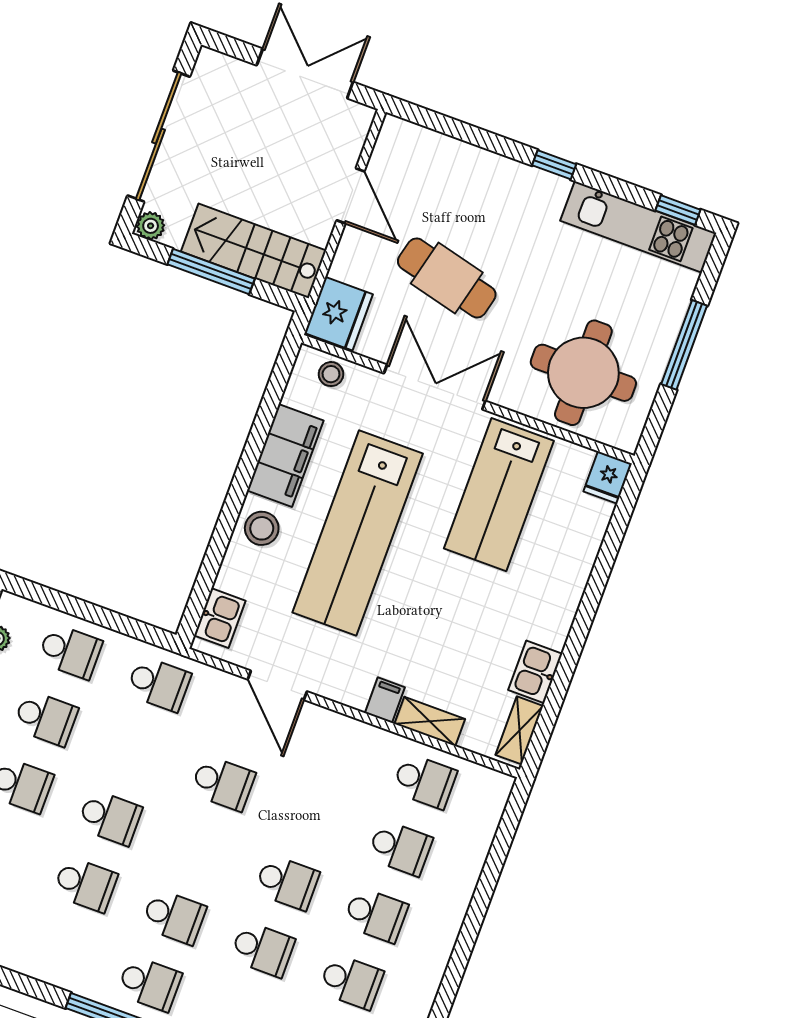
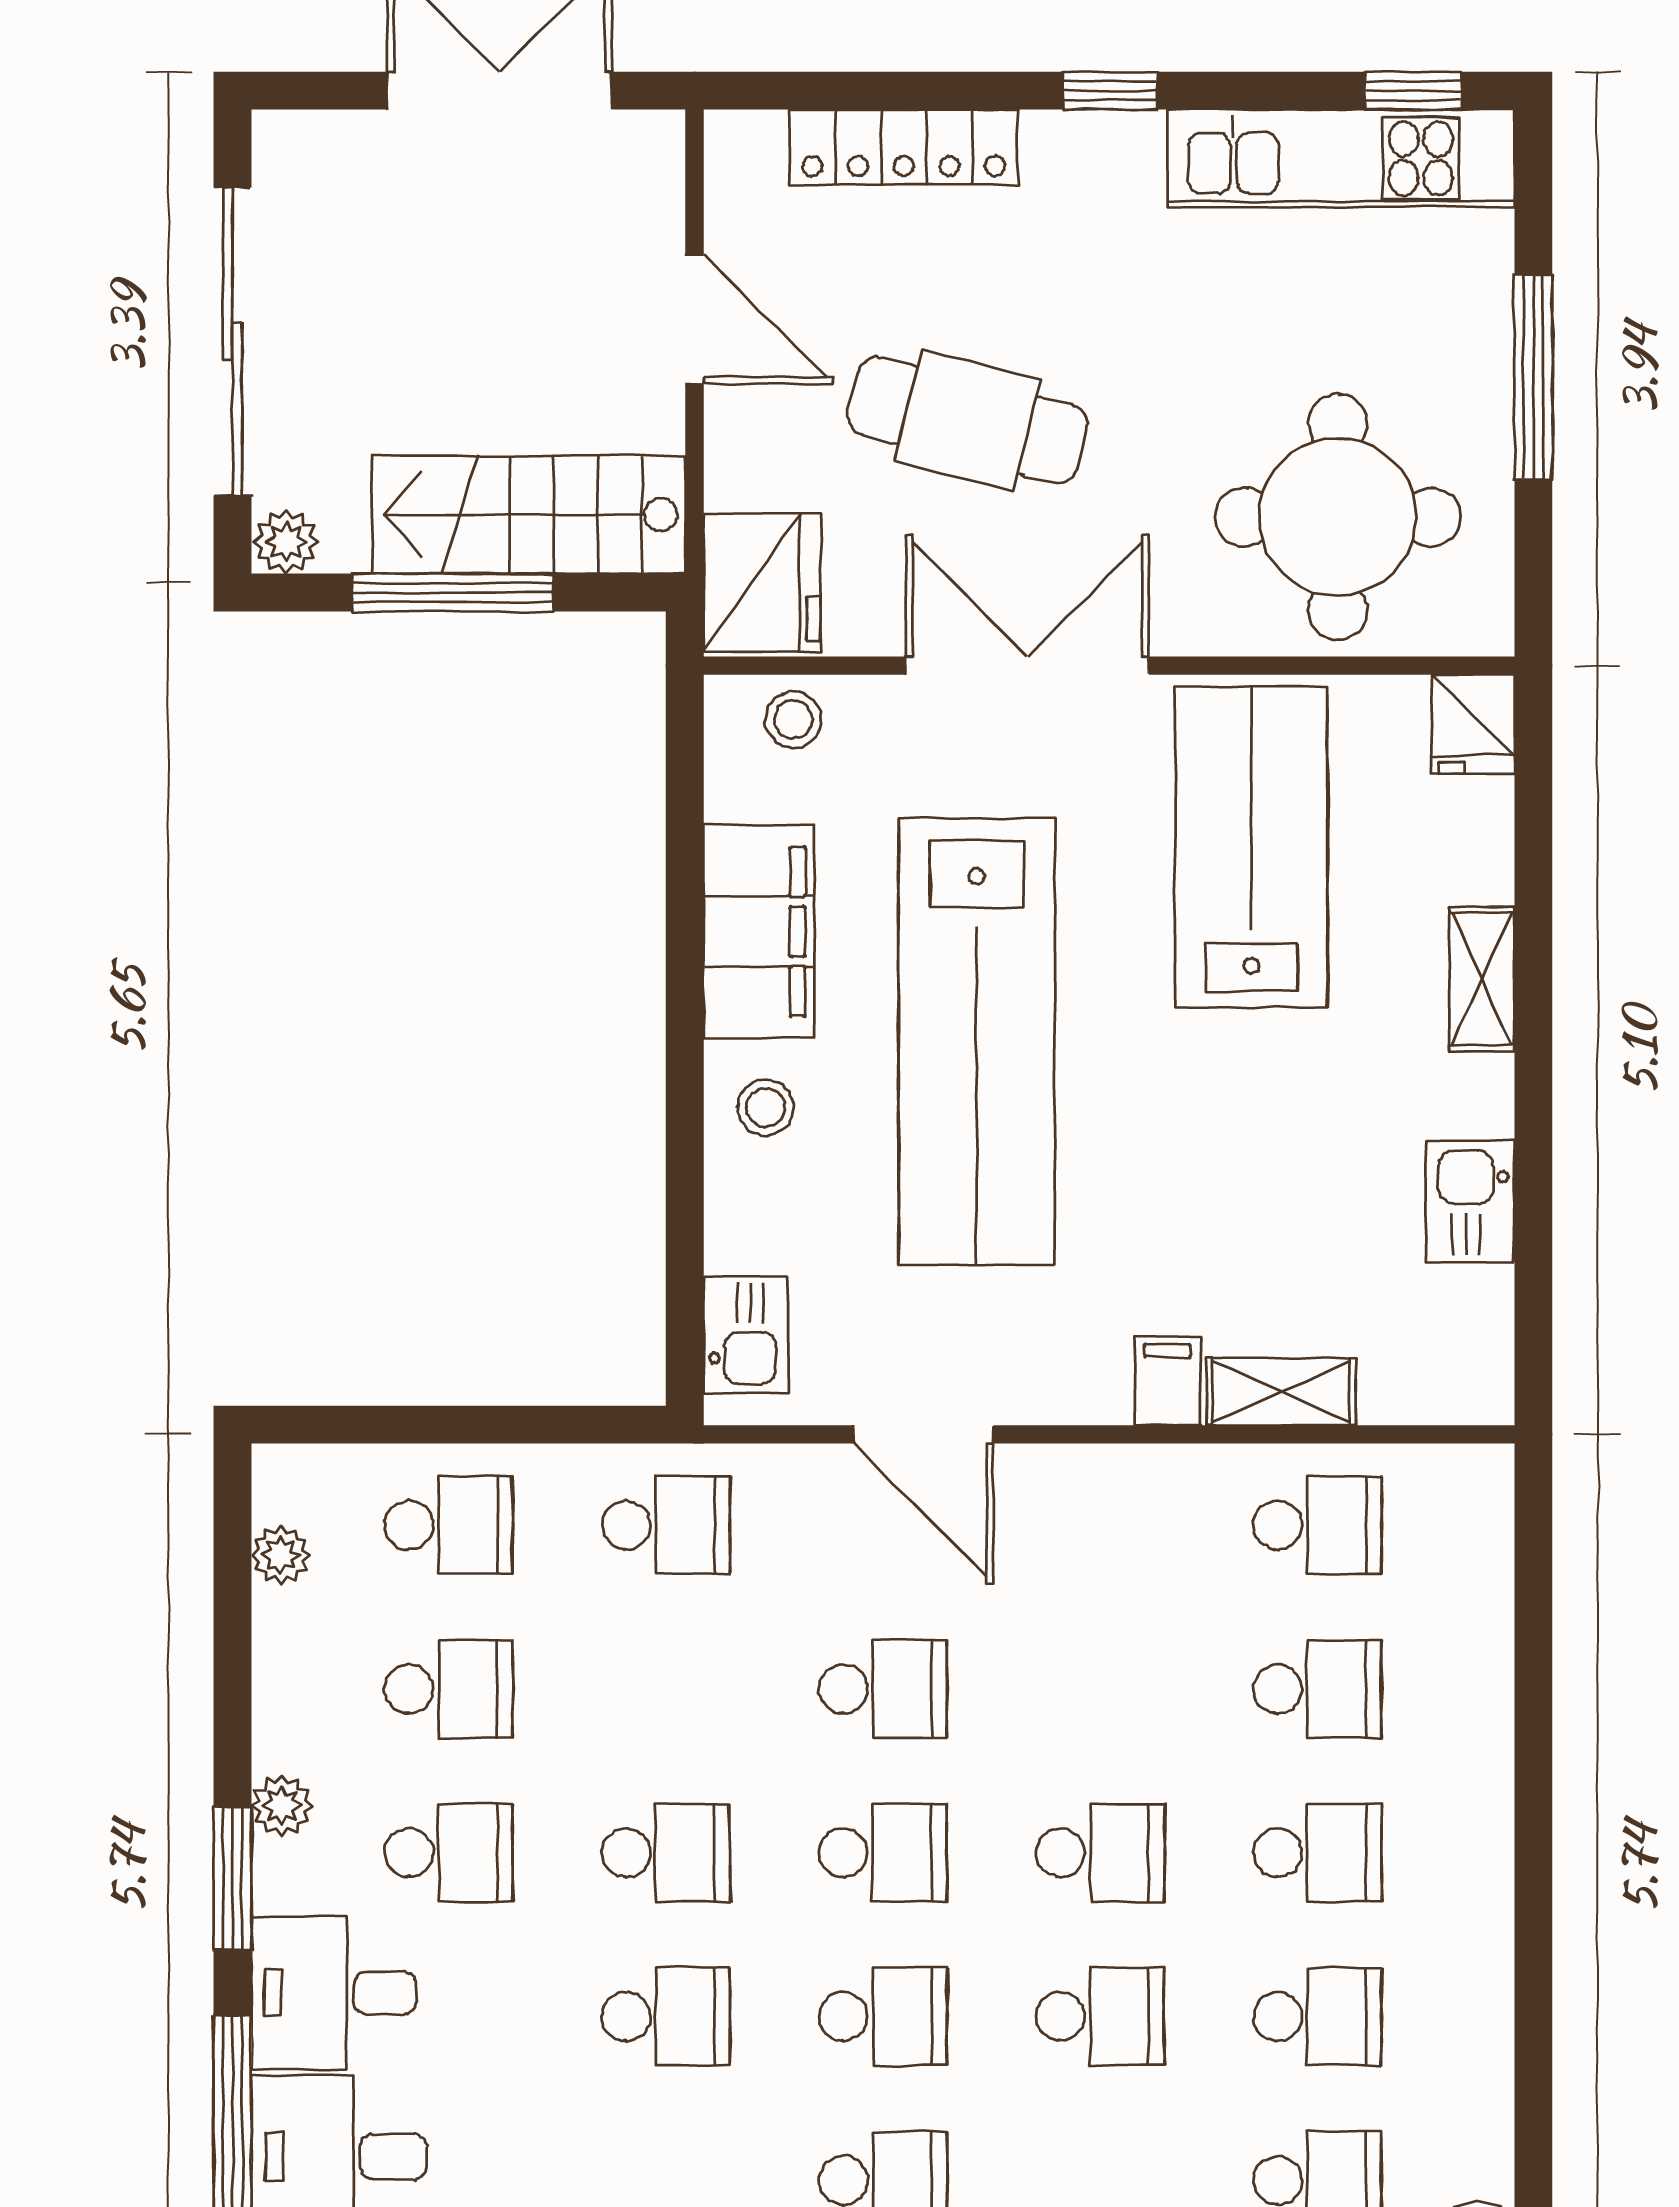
locker: (462, 157) -> (904, 147), added
lab bench: (499, 495) -> (1251, 847), turned 180
stool: (262, 528) -> (766, 1108), width x0.73, depth x0.73
shelving: (519, 730) -> (1482, 979), moved
school desk: (198, 850) -> (883, 1853), added

